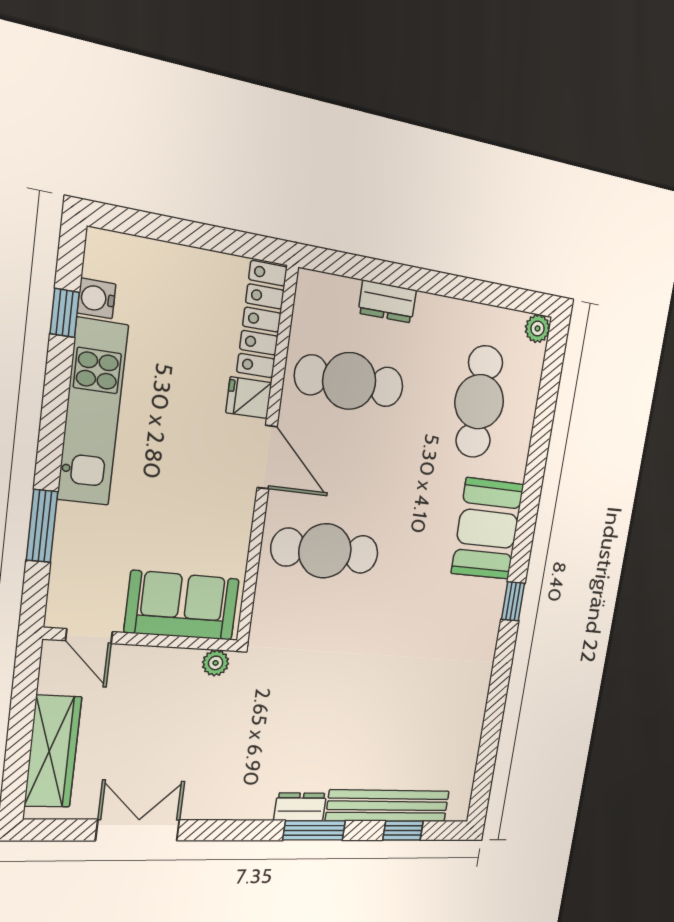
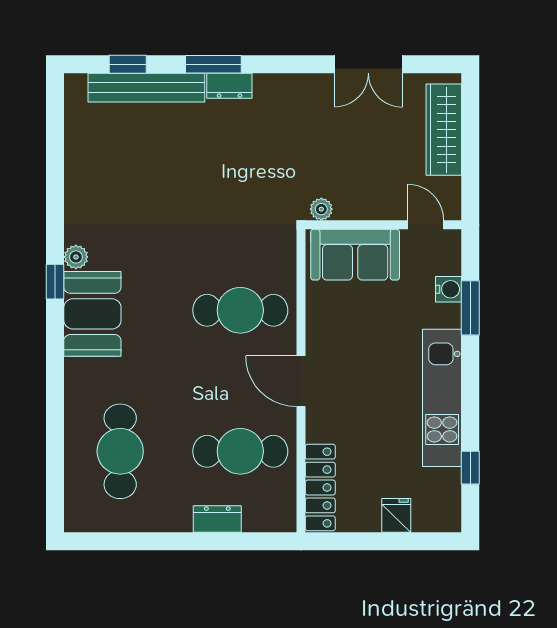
water cooler: (96, 298) -> (449, 289), moved
plant: (538, 329) -> (76, 257), moved
fridge: (249, 398) -> (396, 515), moved, turned -90
booth: (488, 529) -> (92, 314), moved

